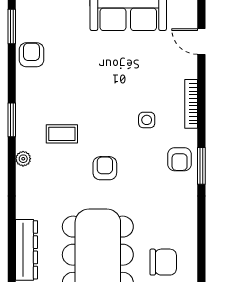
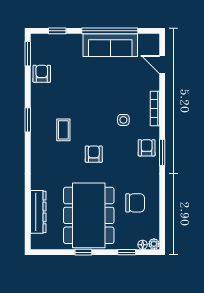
coffee table: (62, 134) -> (63, 130), turned 90
plant: (23, 159) -> (36, 147), removed
armchair: (180, 159) -> (147, 148), turned 180
chair: (163, 262) -> (135, 203), moved

